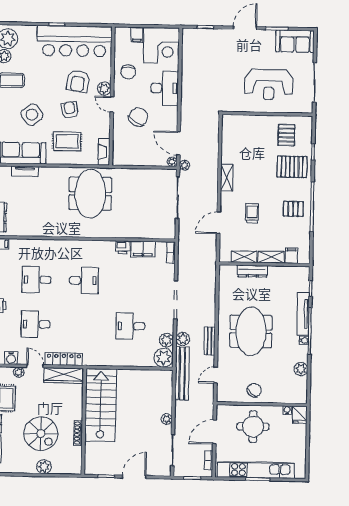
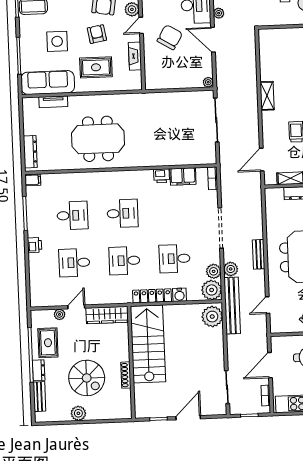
door: (112, 104) -> (141, 25), hinge flipped
side table: (32, 115) -> (57, 41), turned 37
door: (179, 143) -> (213, 40), moved
fireplace: (104, 152) -> (135, 56), moved
plant: (184, 165) -> (219, 13), moved
meeting table: (90, 194) -> (98, 139), moved, turned 90
door: (218, 223) -> (262, 160), moved
desk: (37, 280) -> (72, 215), turned 180
desk: (83, 325) -> (124, 261), added
bench: (210, 341) -> (259, 254), moved
water cooler: (11, 358) -> (179, 295), moved
locker: (64, 359) -> (152, 296), moved
door: (35, 366) -> (76, 307), hinge flipped
plant: (167, 419) -> (212, 317), moved, width x1.88, depth x1.88
plant: (44, 467) -> (78, 413), moved

